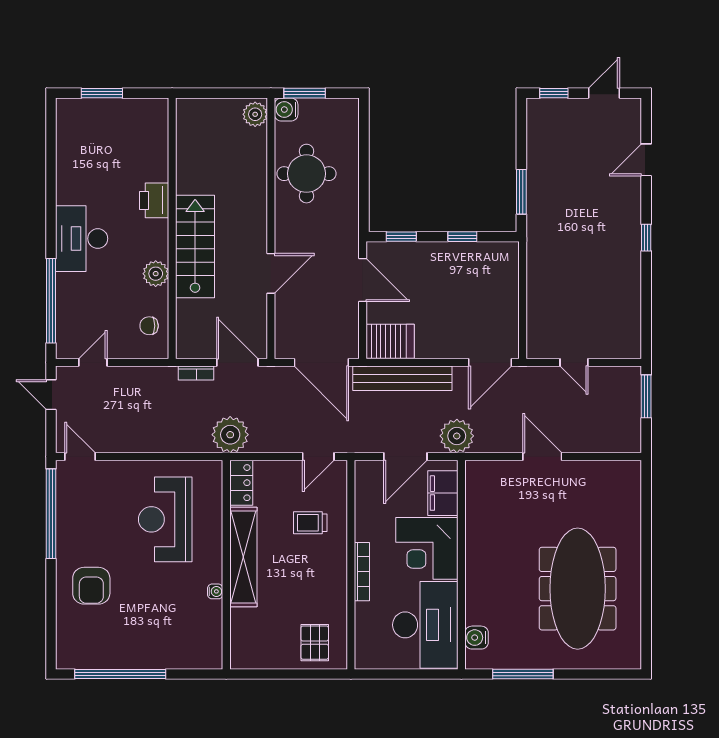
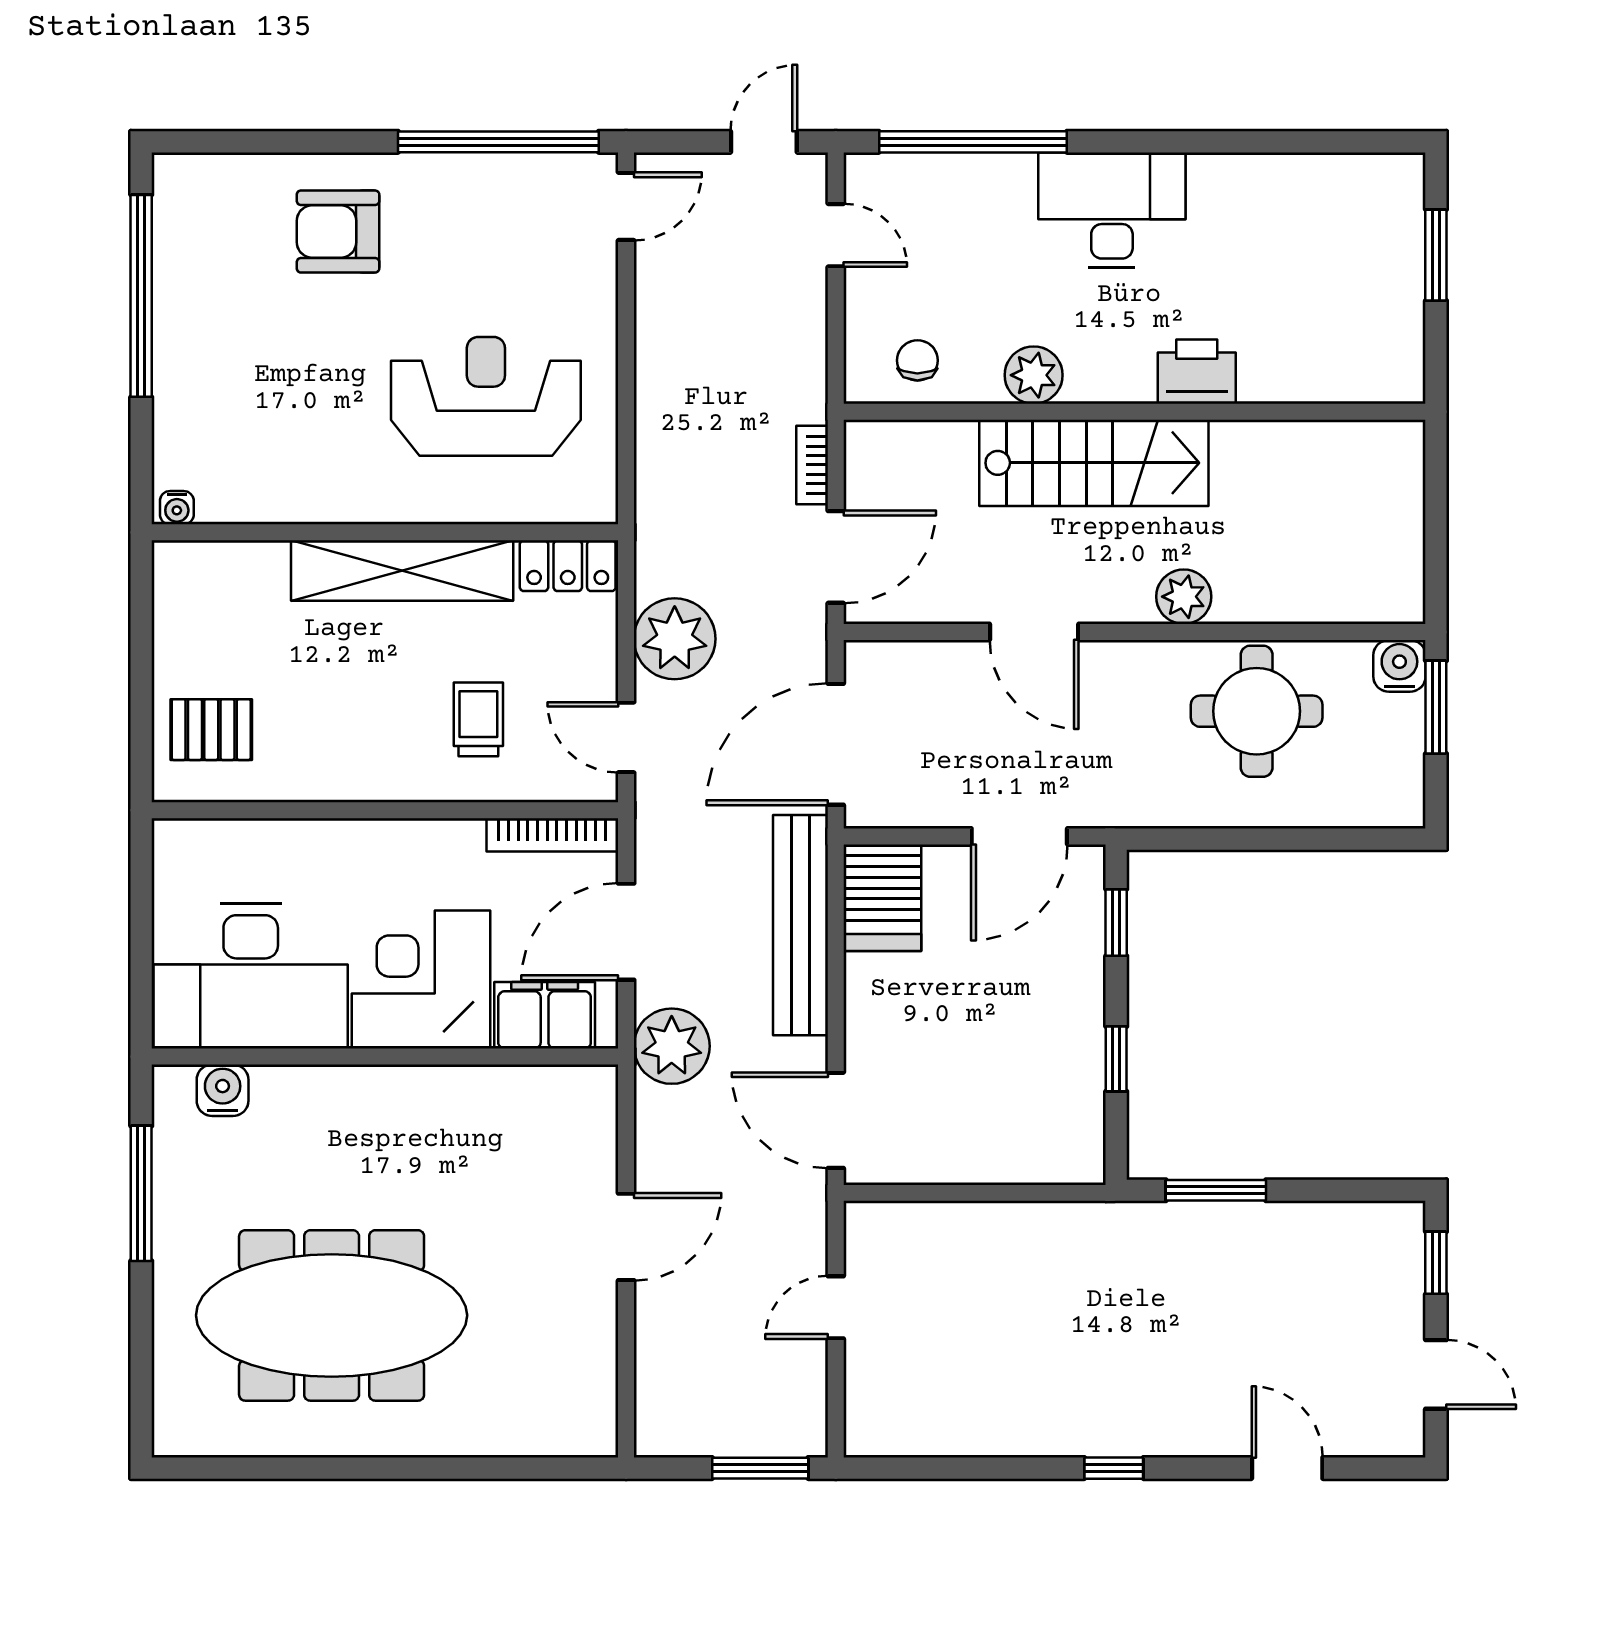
plant: (255, 114) -> (1184, 597), moved
plant: (230, 435) -> (675, 639), moved
door: (405, 456) -> (626, 932), hinge flipped
bookcase: (362, 572) -> (552, 835), moved
water cooler: (215, 591) -> (177, 508), moved

